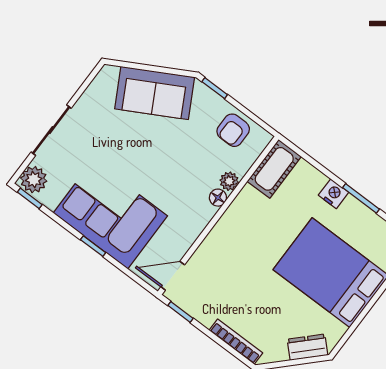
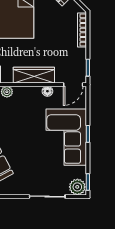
floor lamp: (218, 198) -> (47, 91), moved
wardrobe: (224, 233) -> (34, 75), added
door: (173, 276) -> (73, 85), hinge flipped

